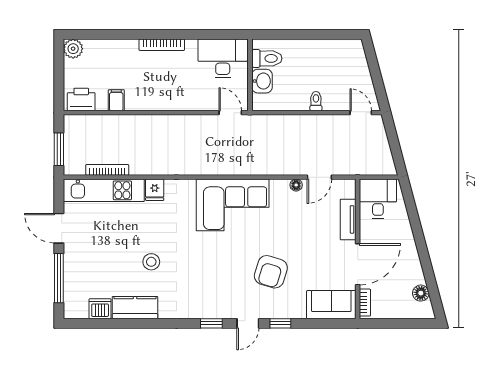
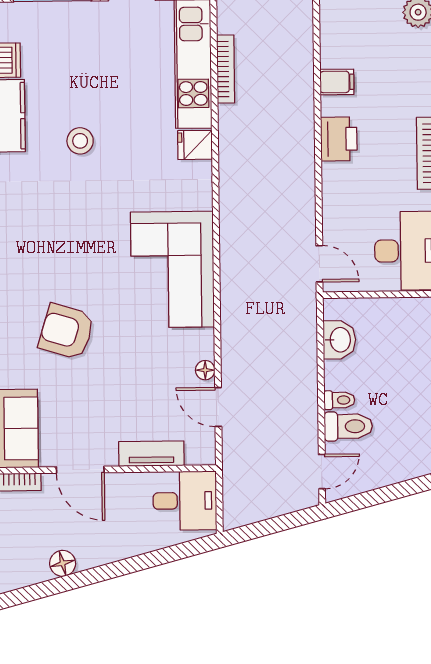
toilet: (267, 58) -> (348, 426), moved, turned -90
washbasin: (262, 81) -> (339, 340), moved, turned -90
printer: (81, 99) -> (339, 139), moved
door: (230, 113) -> (319, 264), hinge flipped
door: (358, 264) -> (80, 470), width x0.73
floor lamp: (421, 293) -> (63, 563), moved

